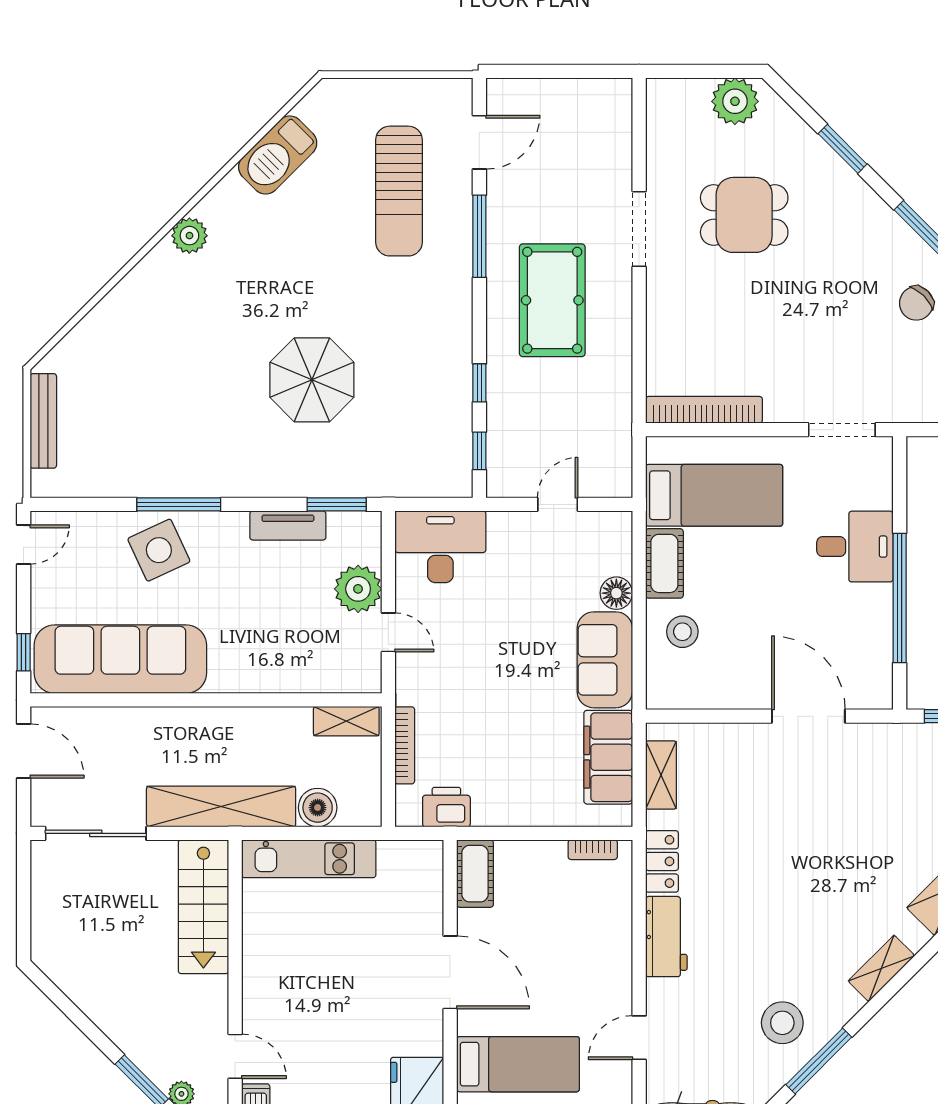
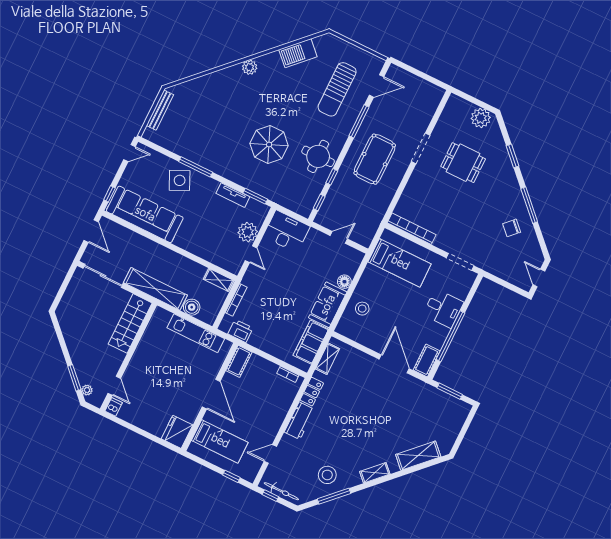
round table: (429, 354) -> (318, 156), added
cot: (664, 563) -> (427, 361), moved
kitchen unit: (309, 859) -> (196, 333), moved

